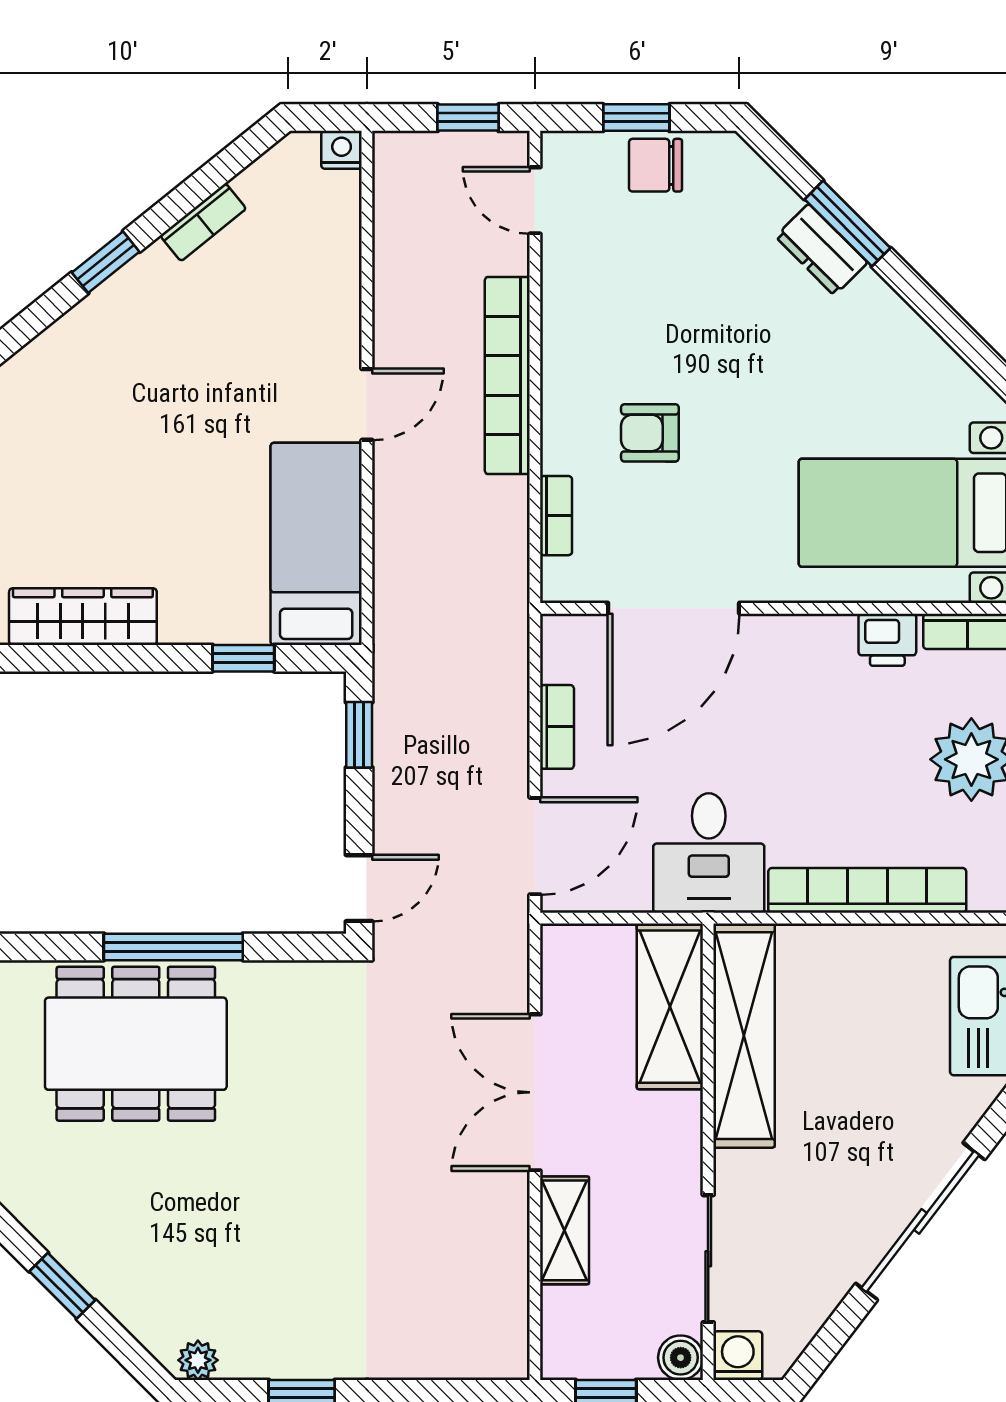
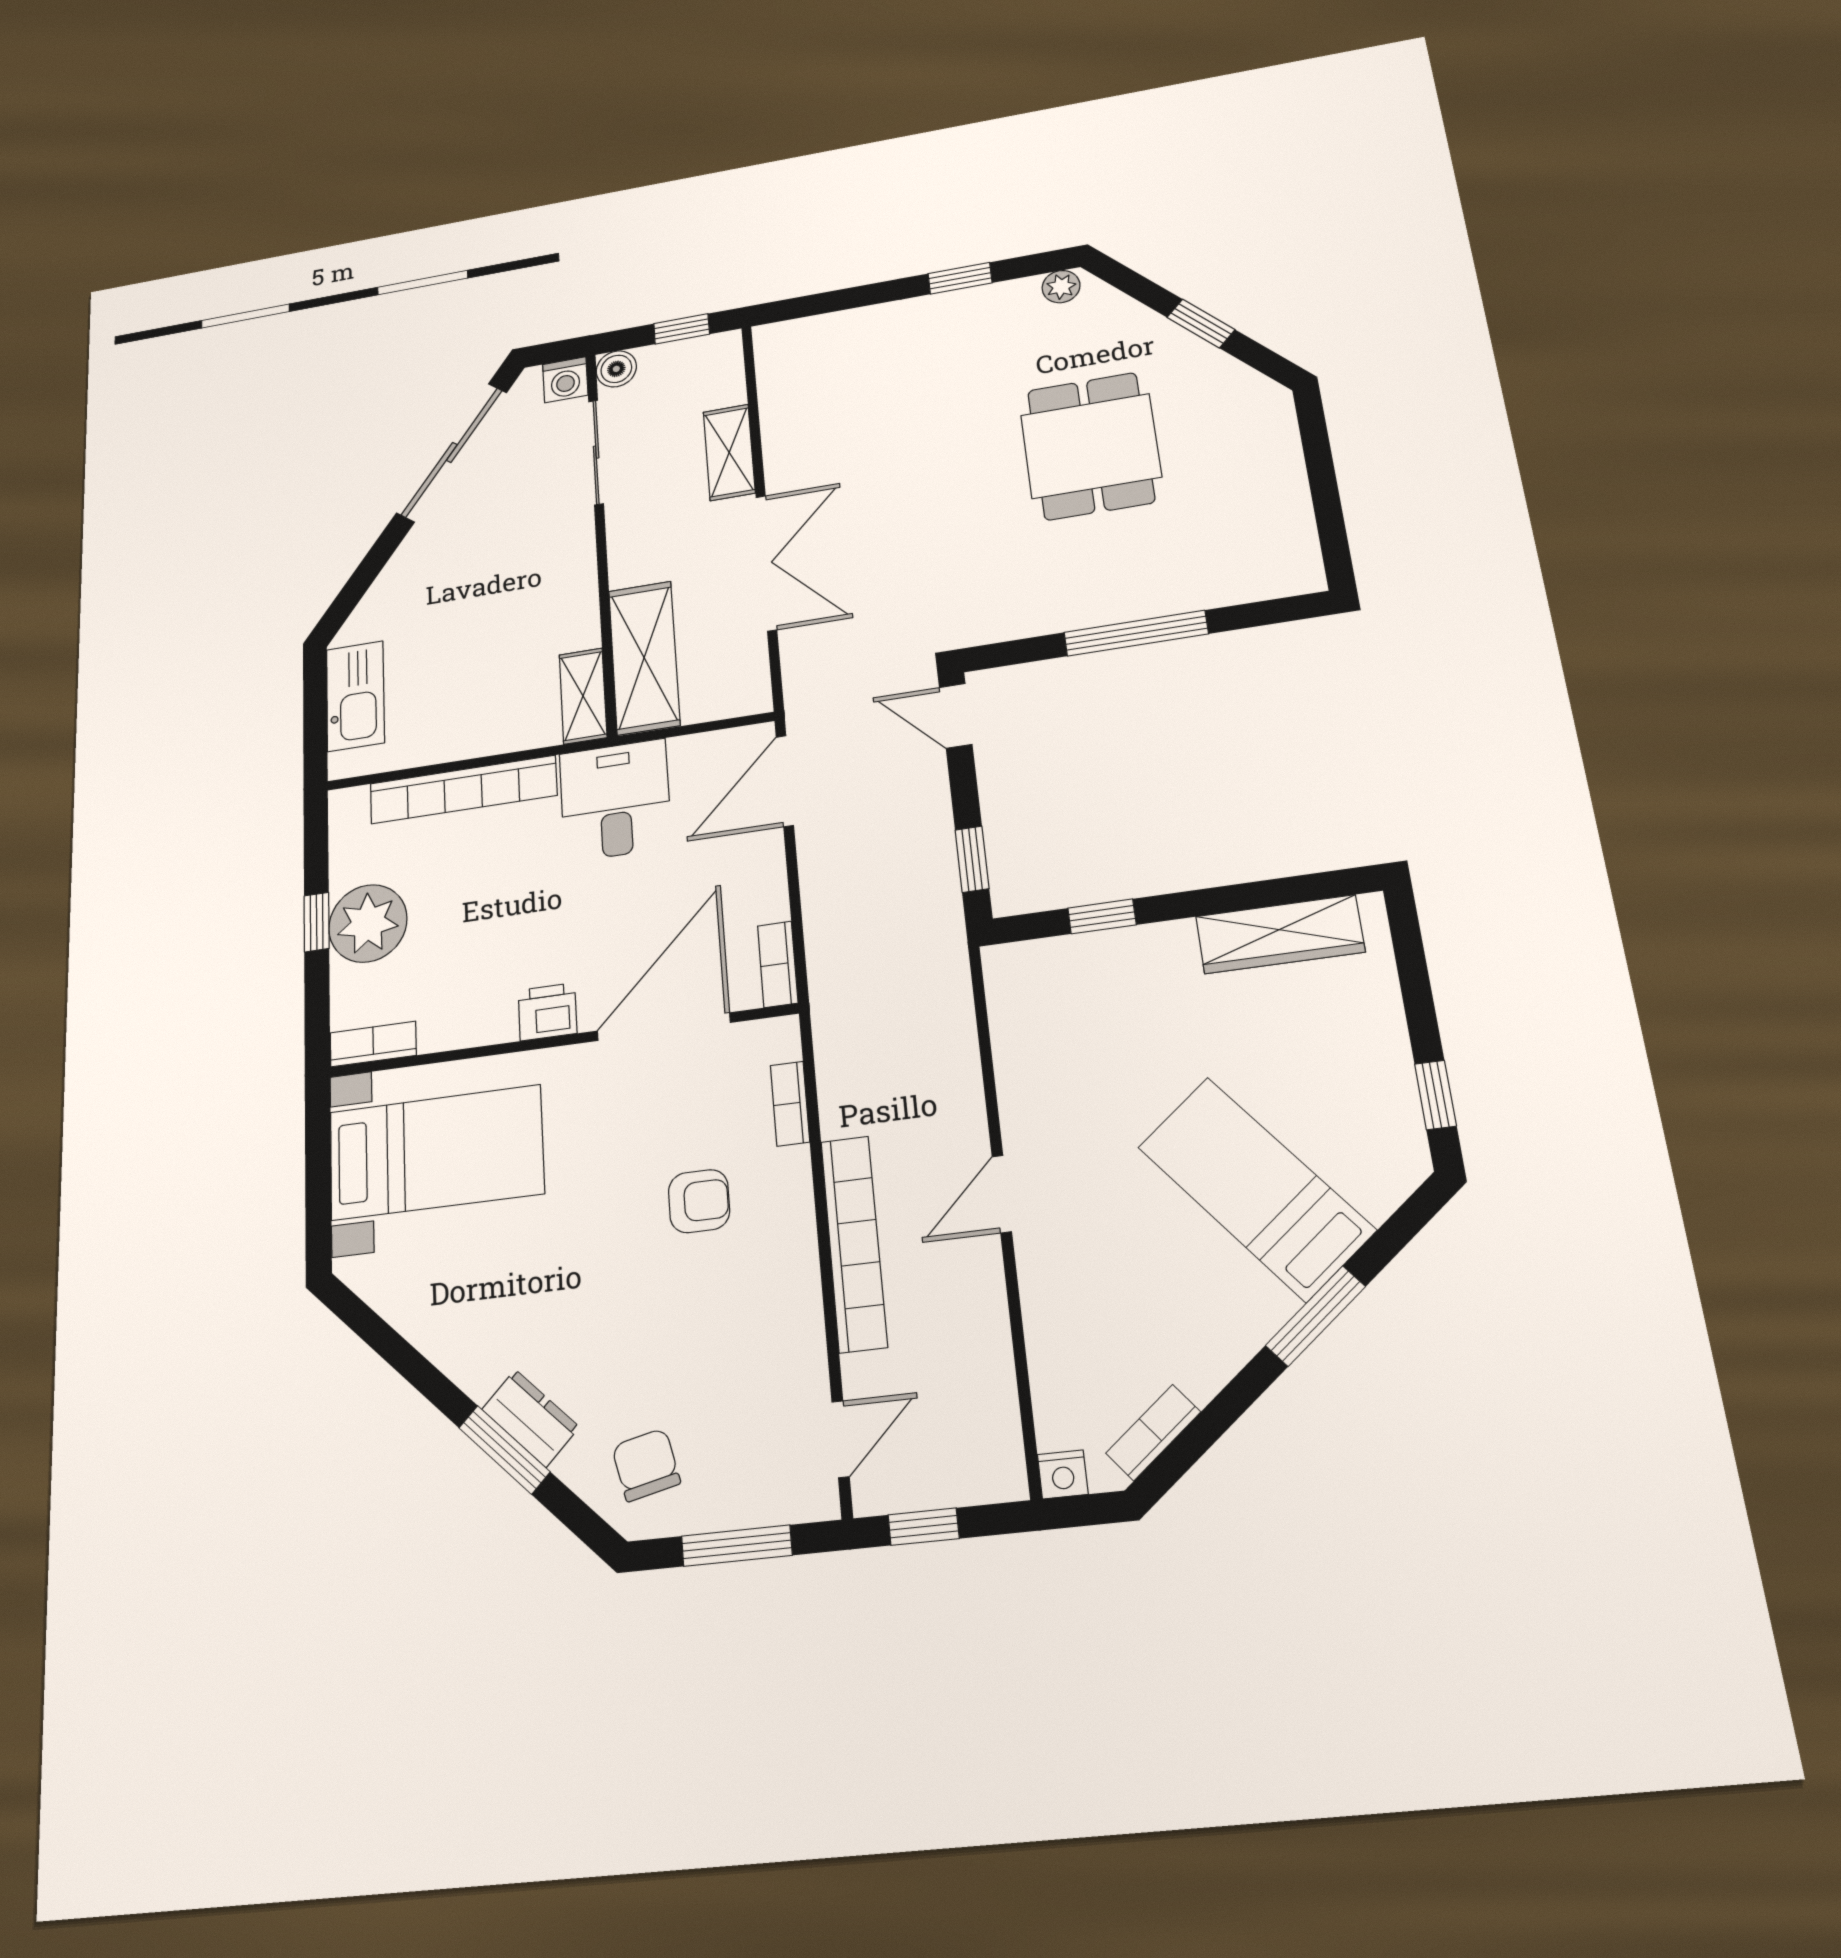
window: (636, 118) -> (737, 1546), width x1.50
chair: (655, 165) -> (646, 1465), moved, turned -103
door: (535, 200) -> (841, 1439), hinge flipped
bookcase: (203, 222) -> (1153, 1433), moved
window: (106, 262) -> (1315, 1316), width x1.50
bed: (316, 544) -> (1256, 1188), moved, turned 141
printer: (887, 640) -> (547, 1012), moved
bookcase: (557, 727) -> (778, 964), moved
door: (359, 888) -> (956, 716), hinge flipped
shelving: (744, 1036) -> (583, 696), width x0.45, depth x0.75
dining table: (136, 1044) -> (1091, 446), moved, width x0.73
sliding door: (920, 1221) -> (452, 452), moved

